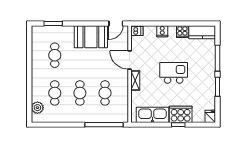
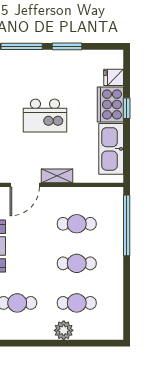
kitchen island: (174, 73) -> (45, 116), turned -90
plant: (37, 108) -> (64, 330), moved
fridge: (210, 116) -> (114, 77), moved

